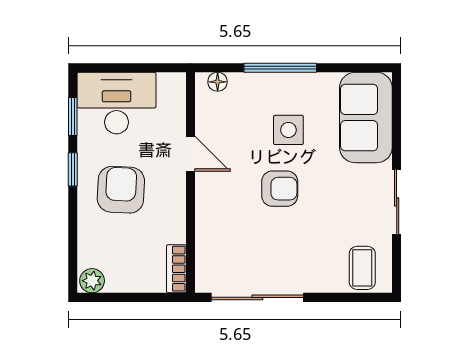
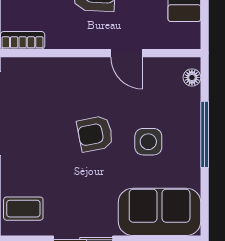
door: (190, 154) -> (127, 53), hinge flipped
armchair: (280, 189) -> (95, 134), turned 79

